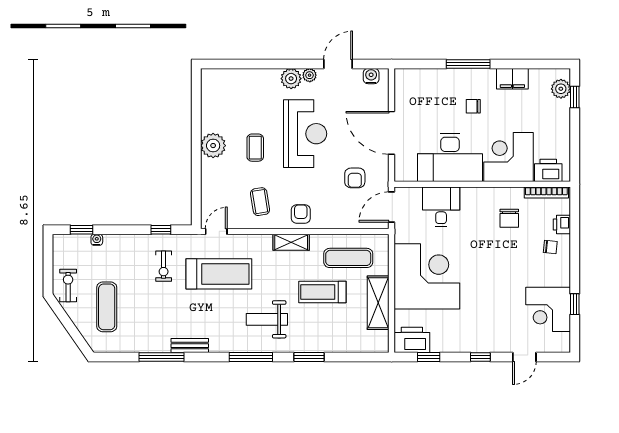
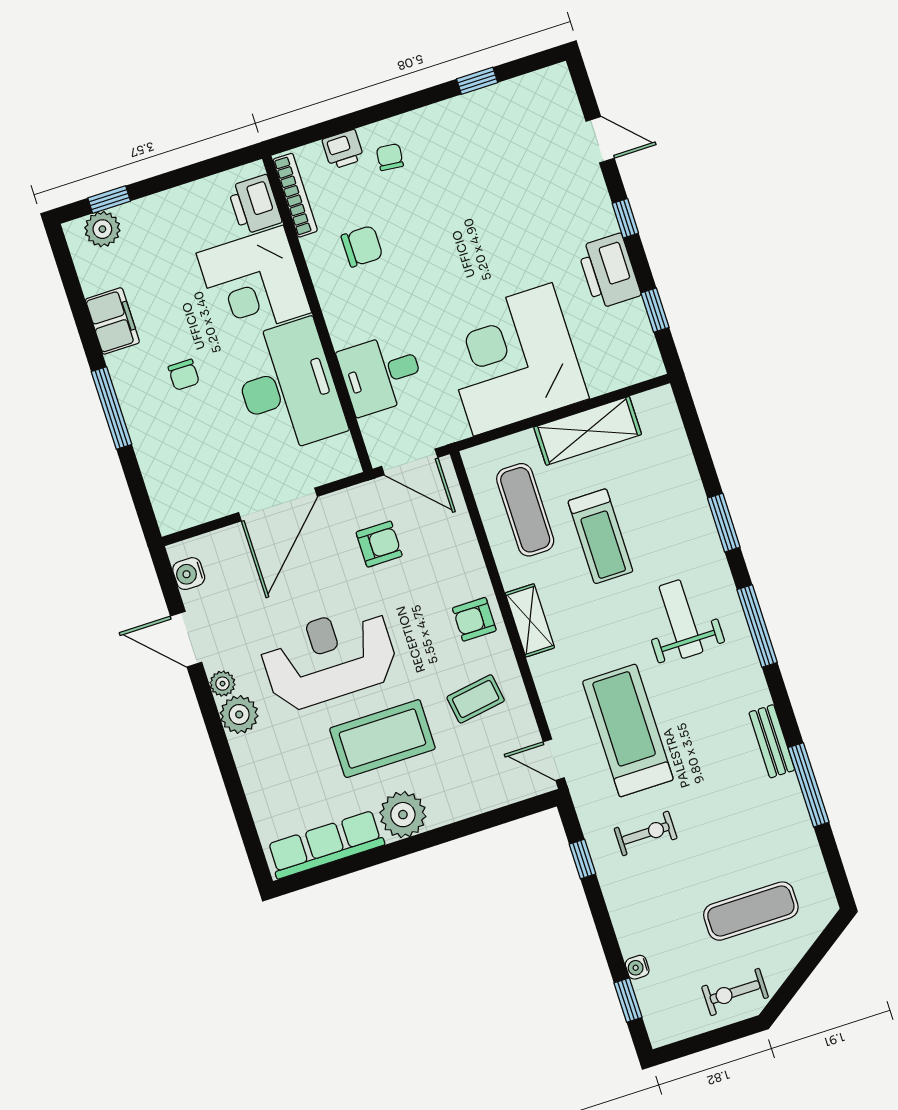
row of seats: (210, 101) -> (326, 845), added
coffee table: (255, 148) -> (382, 739), width x1.86, depth x1.72
corner desk: (548, 309) -> (502, 125), removed
weight bench: (267, 319) -> (681, 619), turned 180
printer: (412, 340) -> (609, 271), moved

